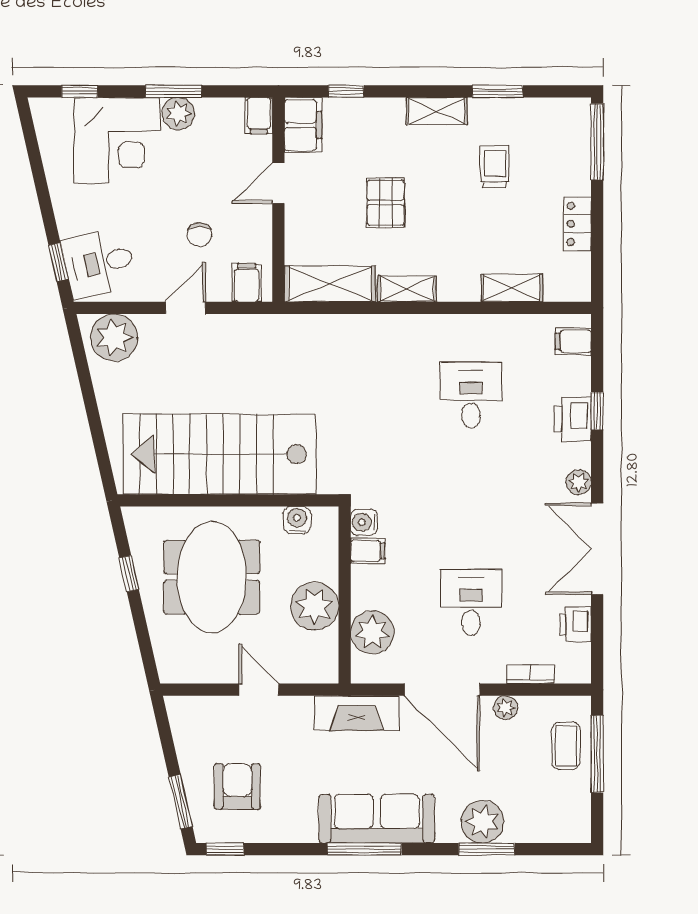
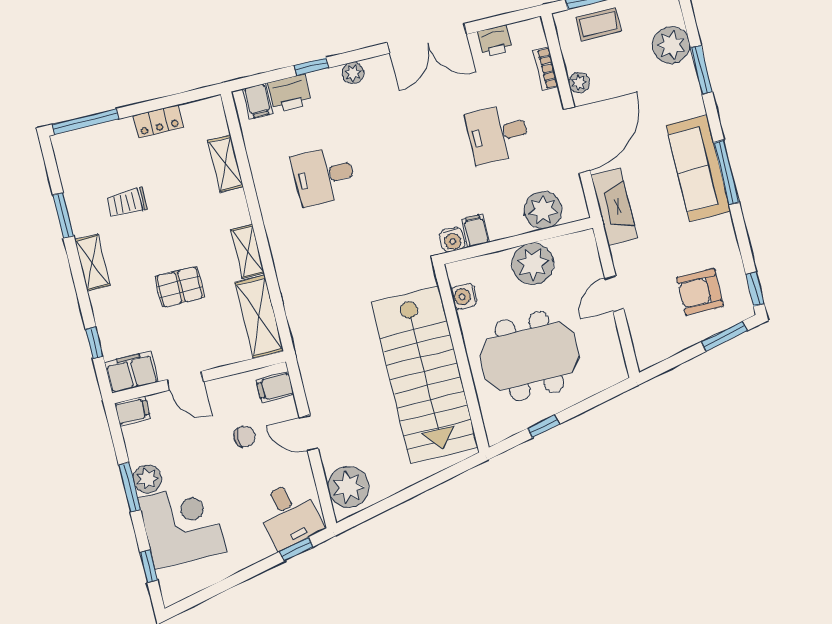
printer: (573, 419) -> (290, 93), moved
plant: (579, 482) -> (353, 73), moved
plant: (483, 822) -> (671, 45), moved

